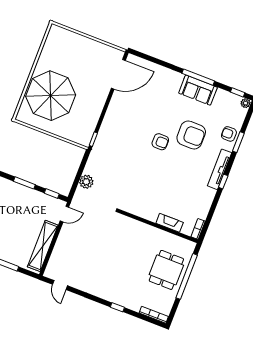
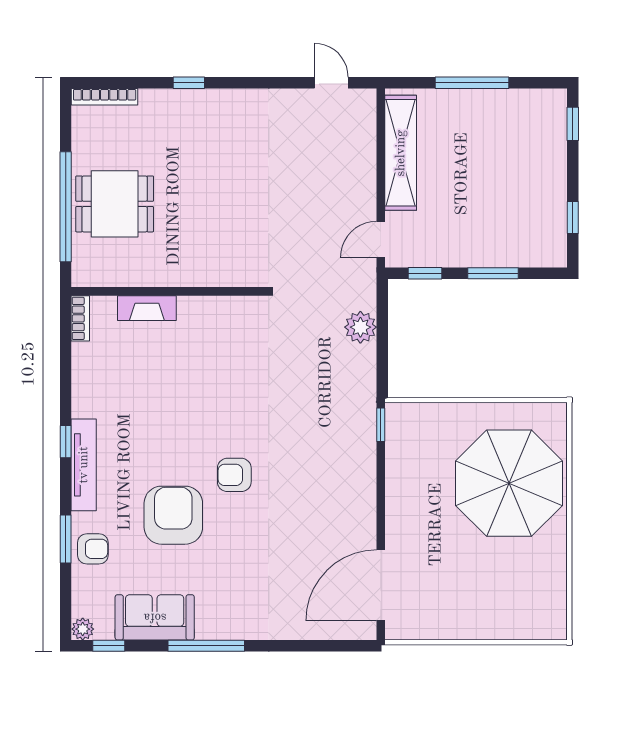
sofa: (198, 90) -> (155, 617), moved
armchair: (191, 135) -> (173, 515), turned 90
dining table: (166, 270) -> (115, 204), turned 90

